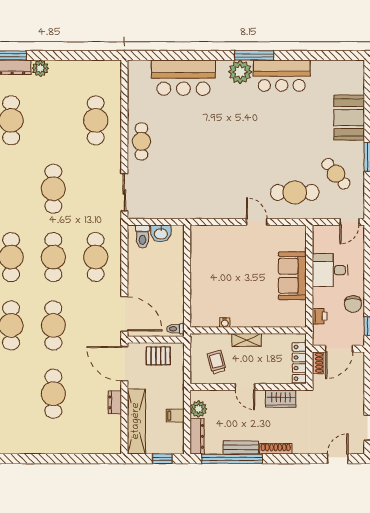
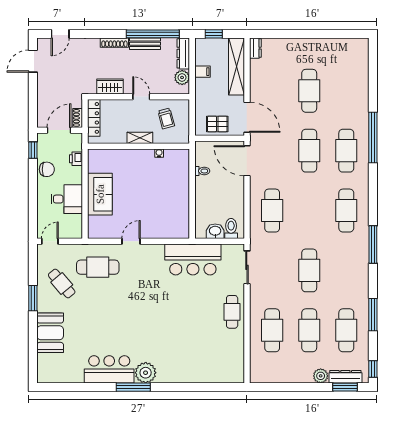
bar counter: (183, 78) -> (193, 260), moved, turned 180
door: (257, 222) -> (131, 241), swing flipped
cafe table: (53, 257) -> (309, 330), moved
chair: (353, 304) -> (47, 169), turned 90
toilet: (175, 329) -> (202, 171), moved
dresser: (115, 402) -> (255, 48), moved

